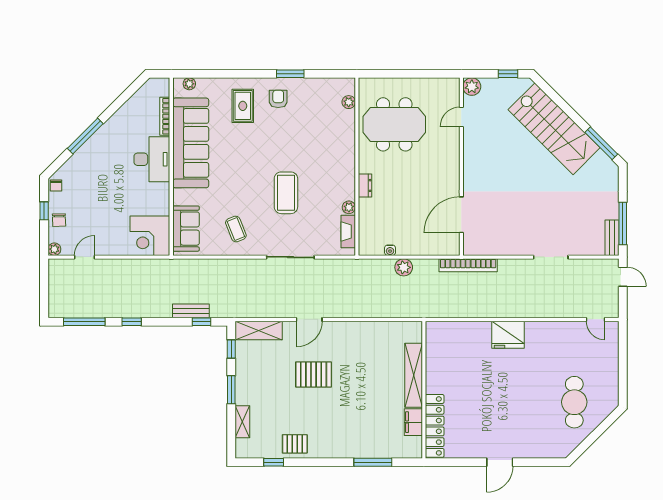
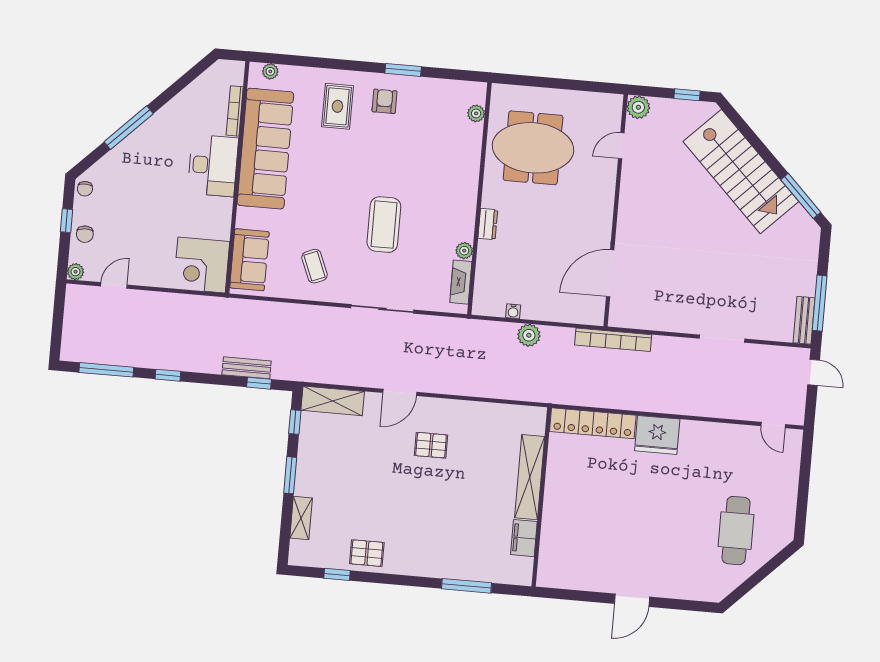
pallet: (314, 374) -> (431, 445), moved, width x0.67, depth x0.71
locker: (435, 426) -> (593, 423), moved, turned 90

